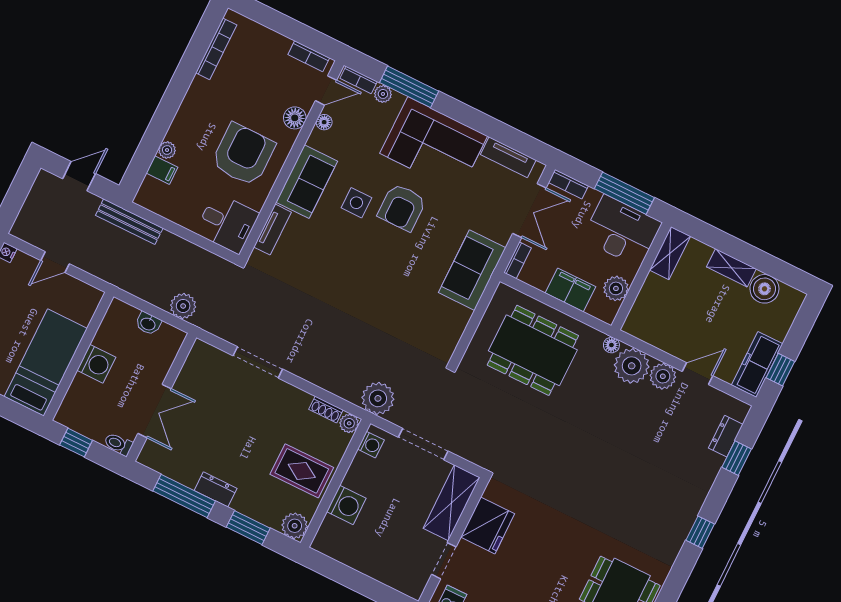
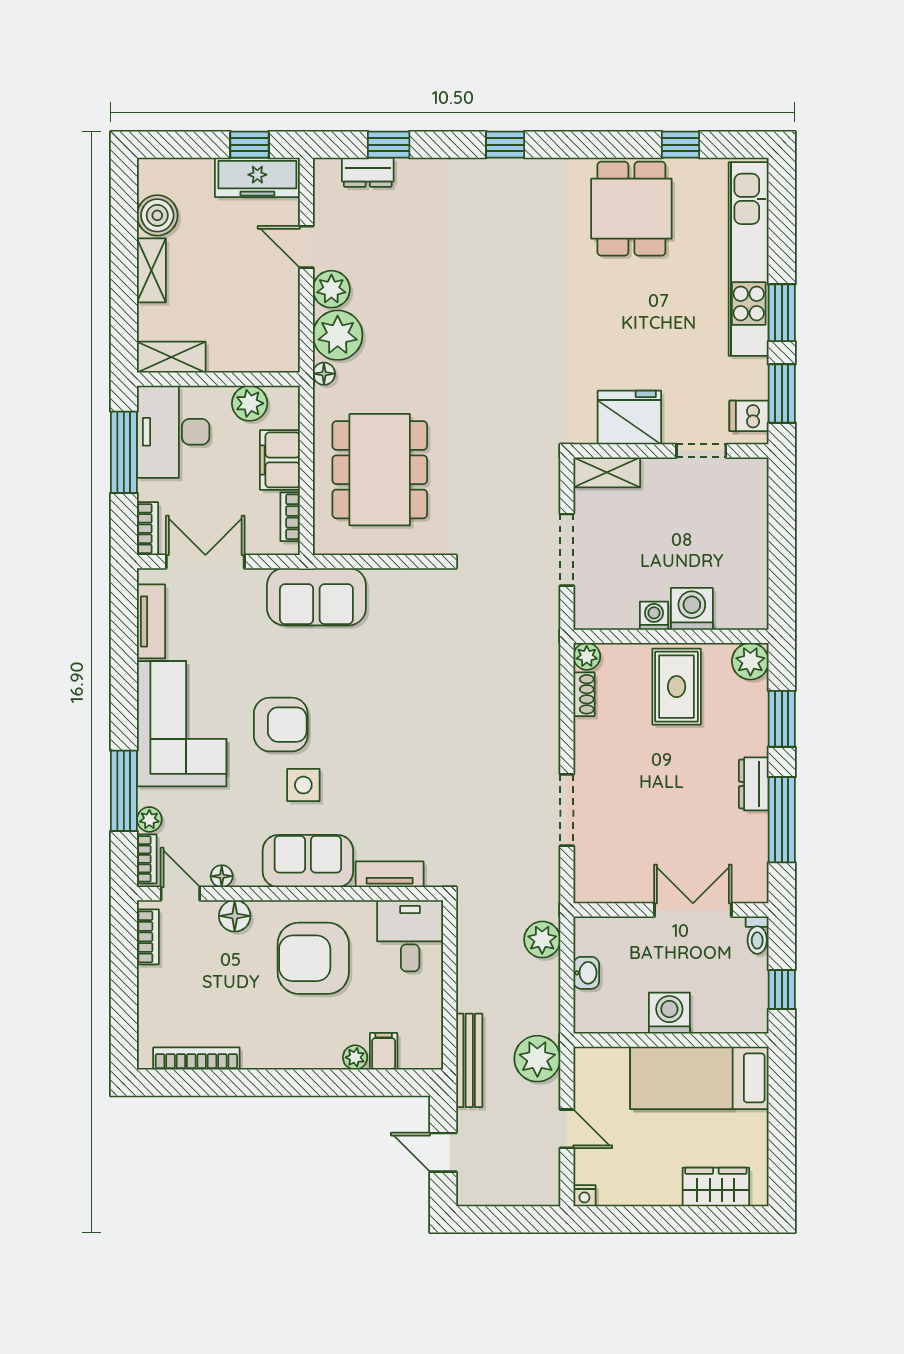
bookcase: (518, 260) -> (290, 517), moved, turned -90
plant: (378, 398) -> (537, 1059), moved
washing machine: (371, 445) -> (654, 616), moved
shelving: (451, 503) -> (607, 472), width x0.67, depth x0.75

